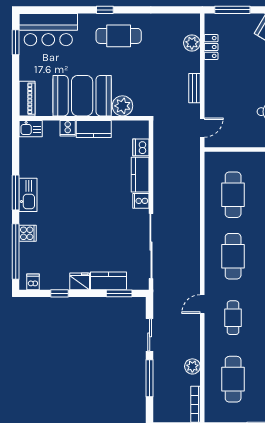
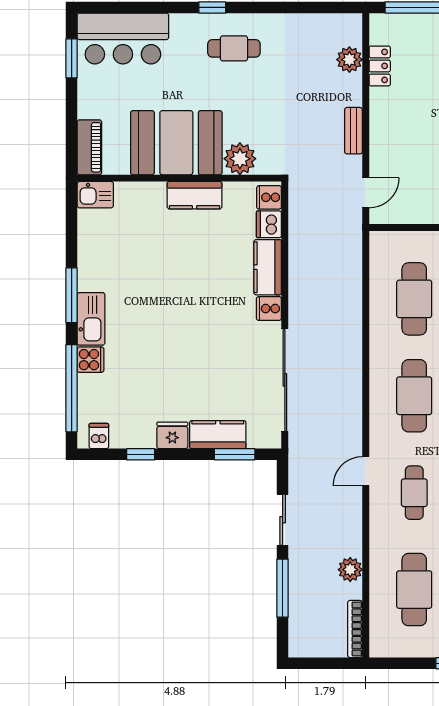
cafe table: (119, 36) -> (234, 48), width x0.73, depth x0.74
cooker: (68, 128) -> (269, 197), moved, turned 90
kitchen sink: (28, 195) -> (91, 319), moved

